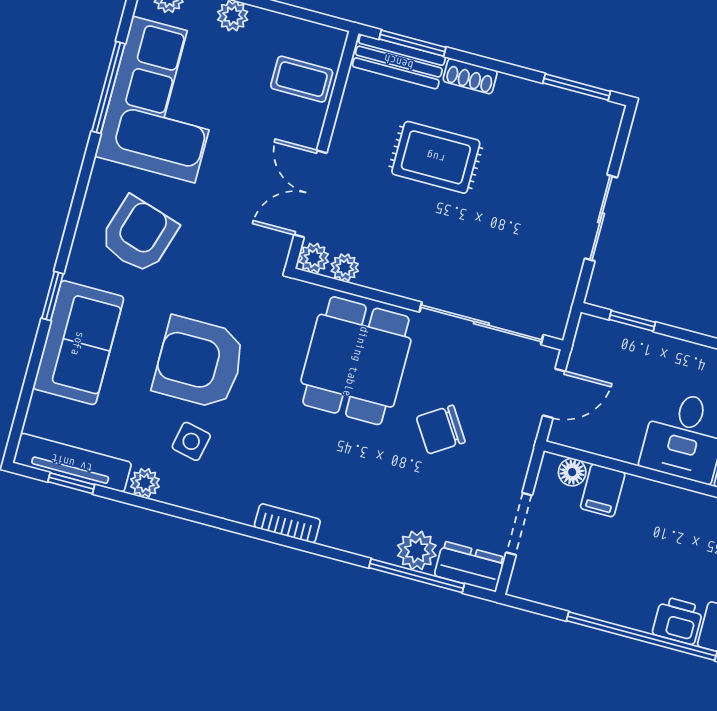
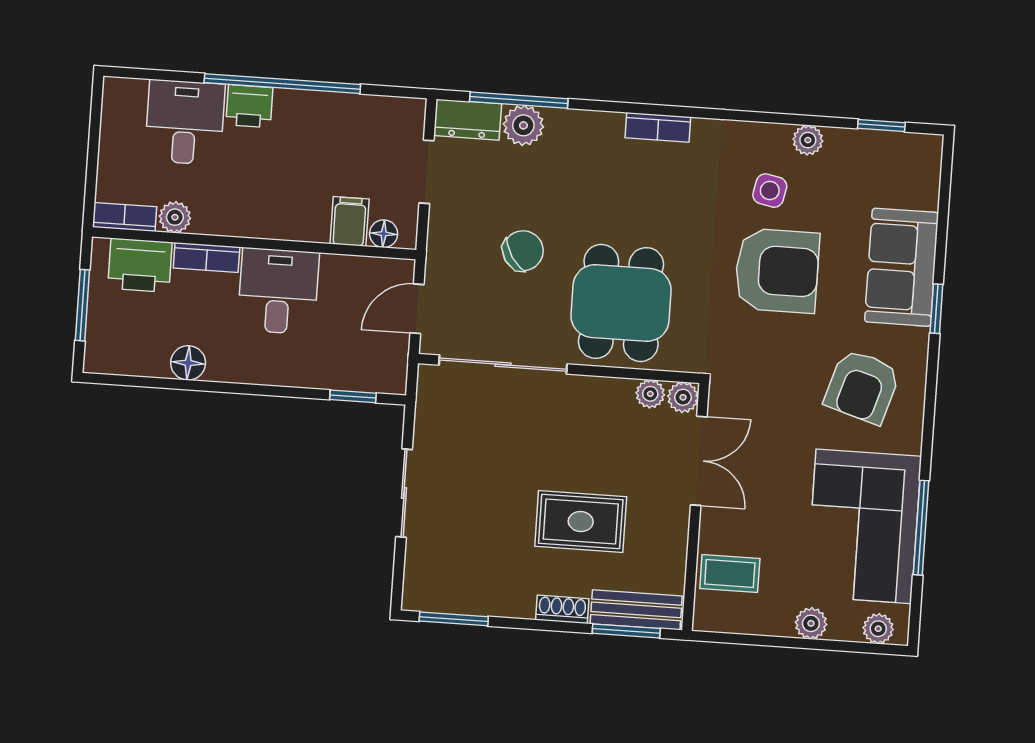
tv unit: (72, 463) -> (884, 146), removed

